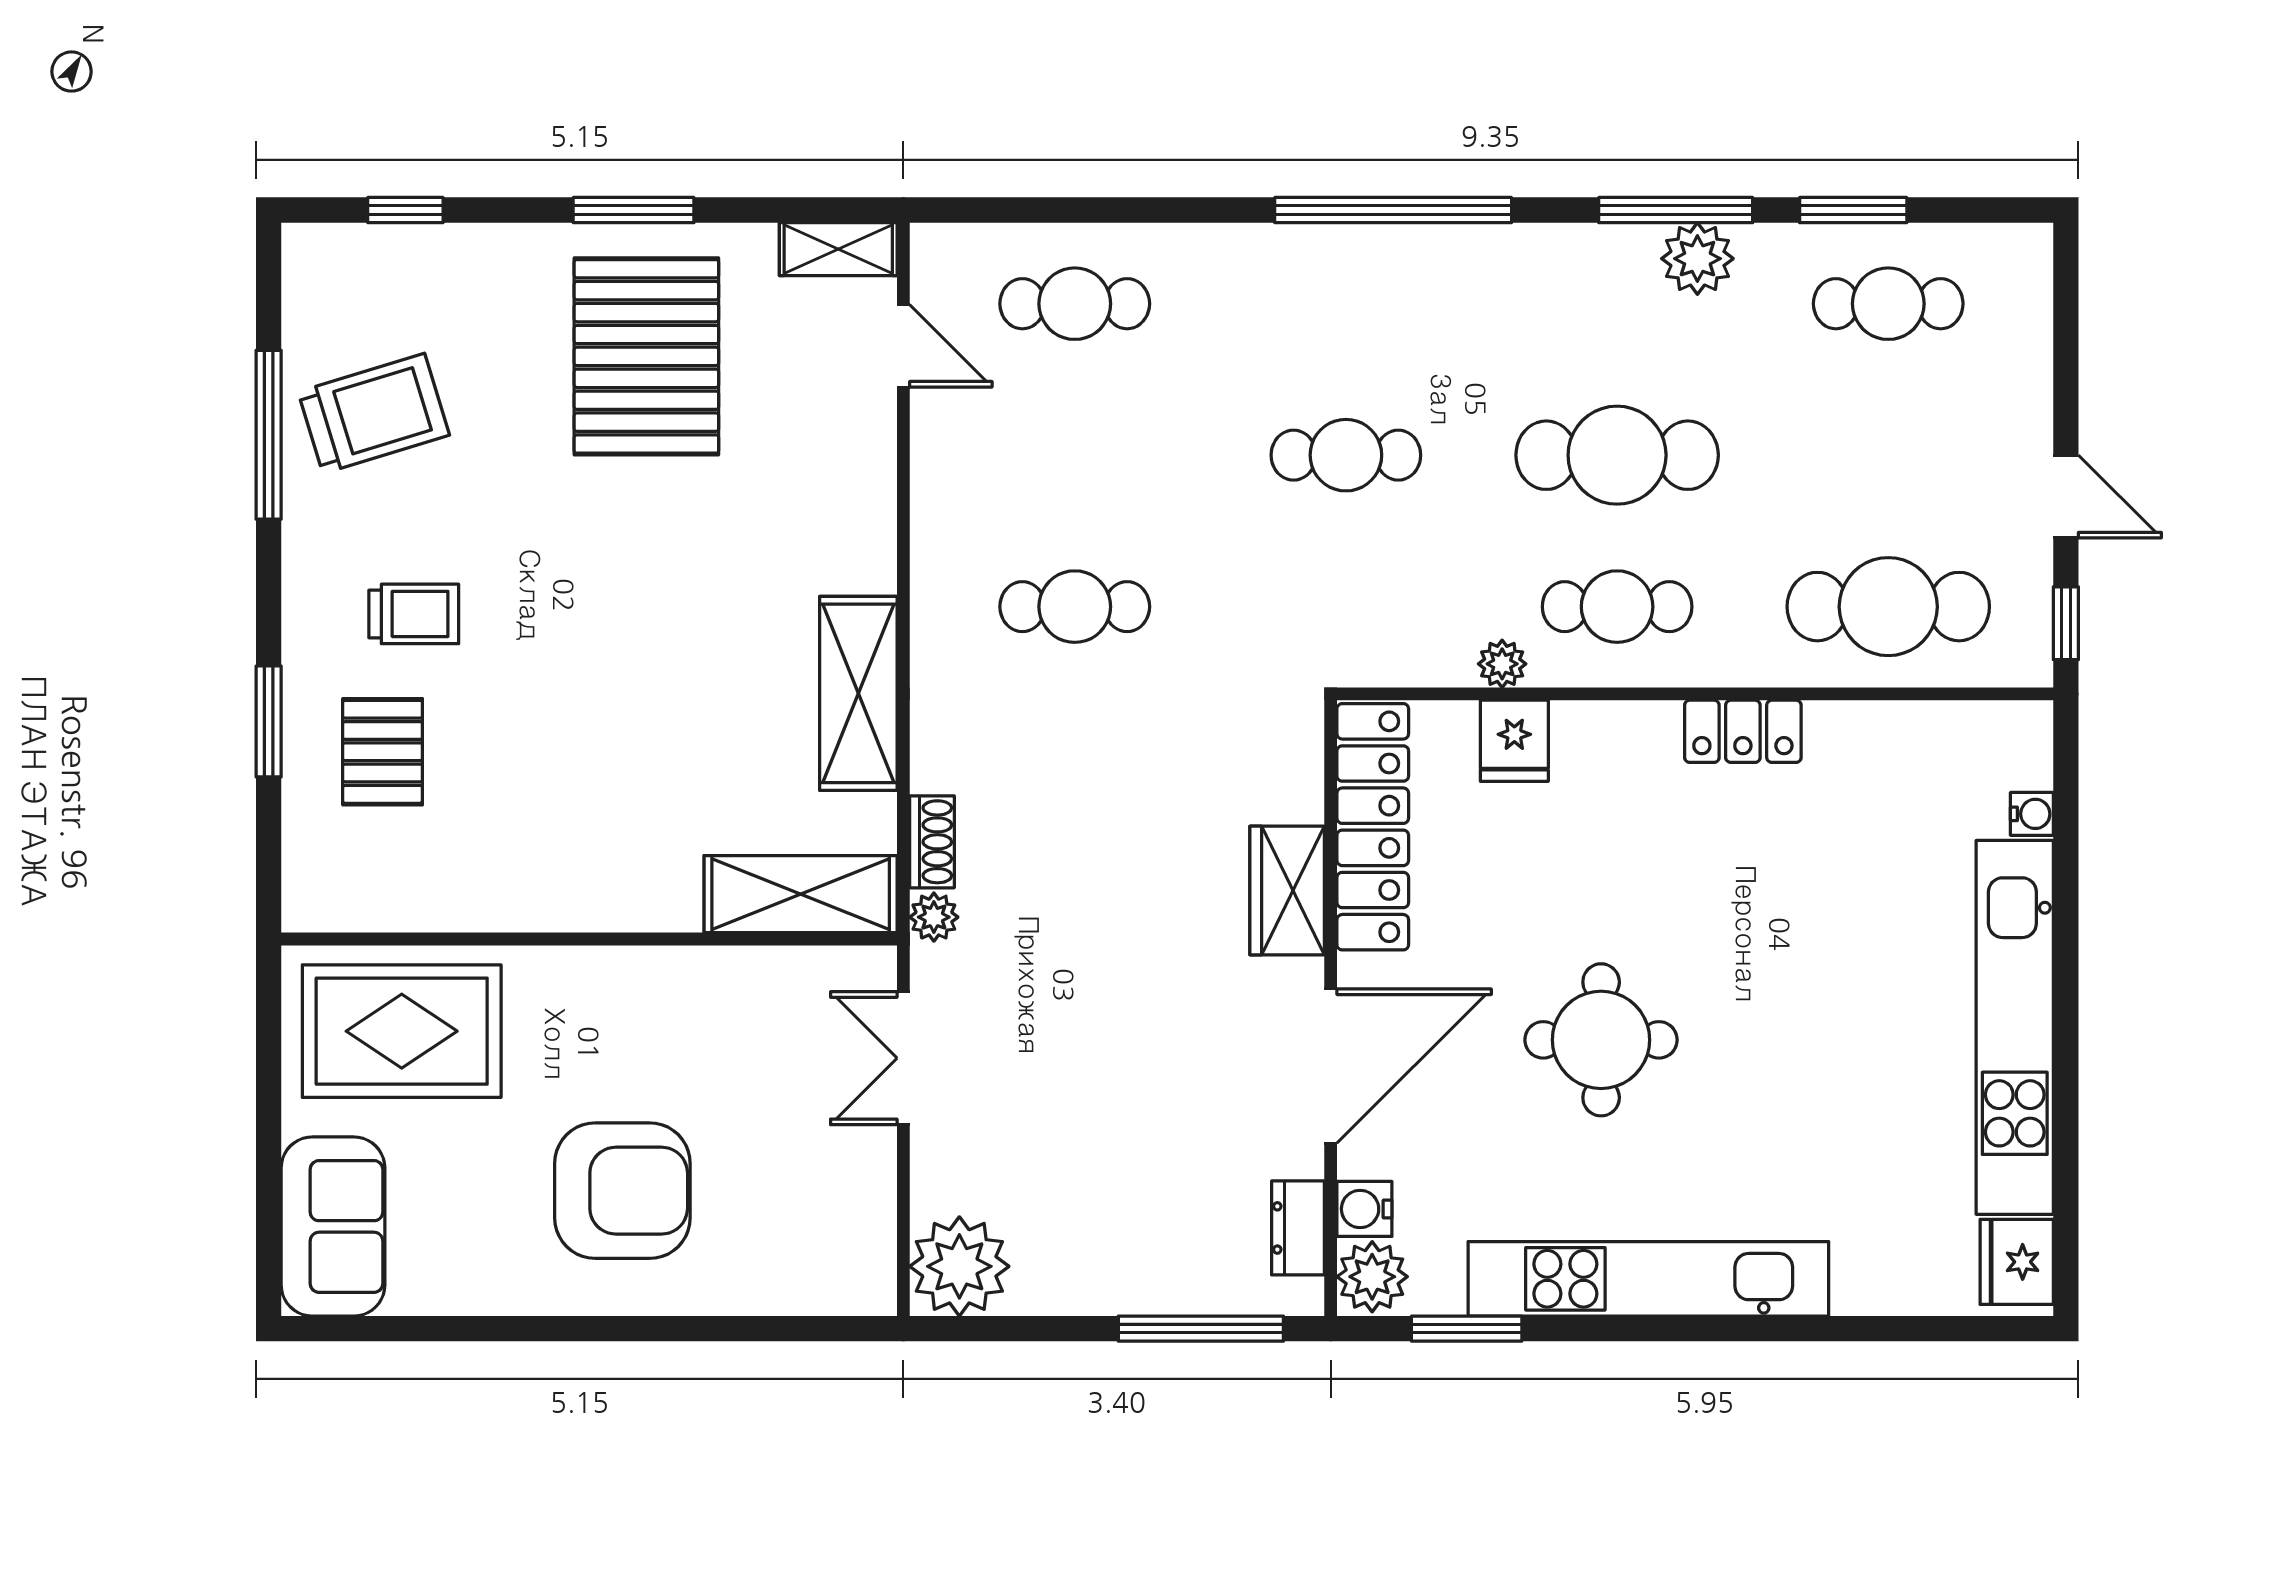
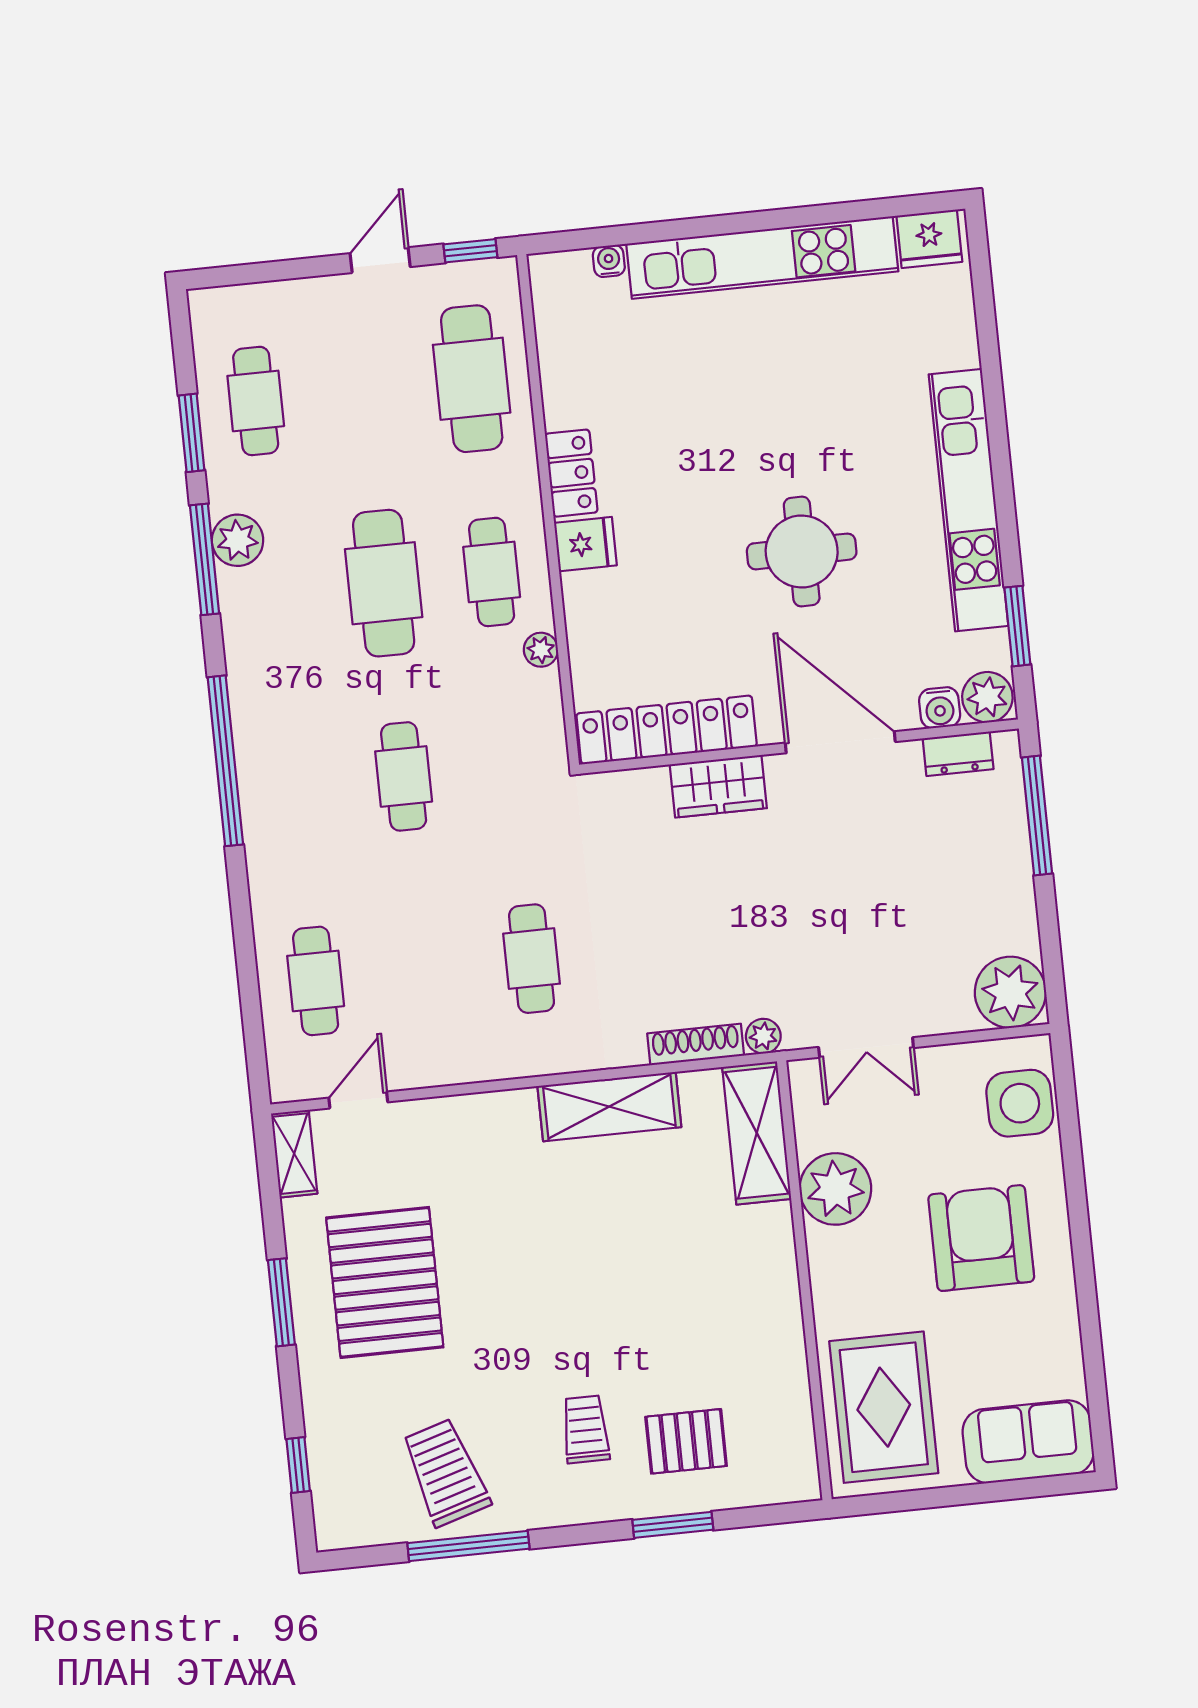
pallet: (646, 356) -> (385, 1282), turned 90
fridge: (1514, 741) -> (585, 544), moved
shoe rack: (932, 842) -> (696, 1045), width x1.43
plant: (711, 995) -> (835, 1189), added
side table: (804, 1263) -> (1020, 1103), added

